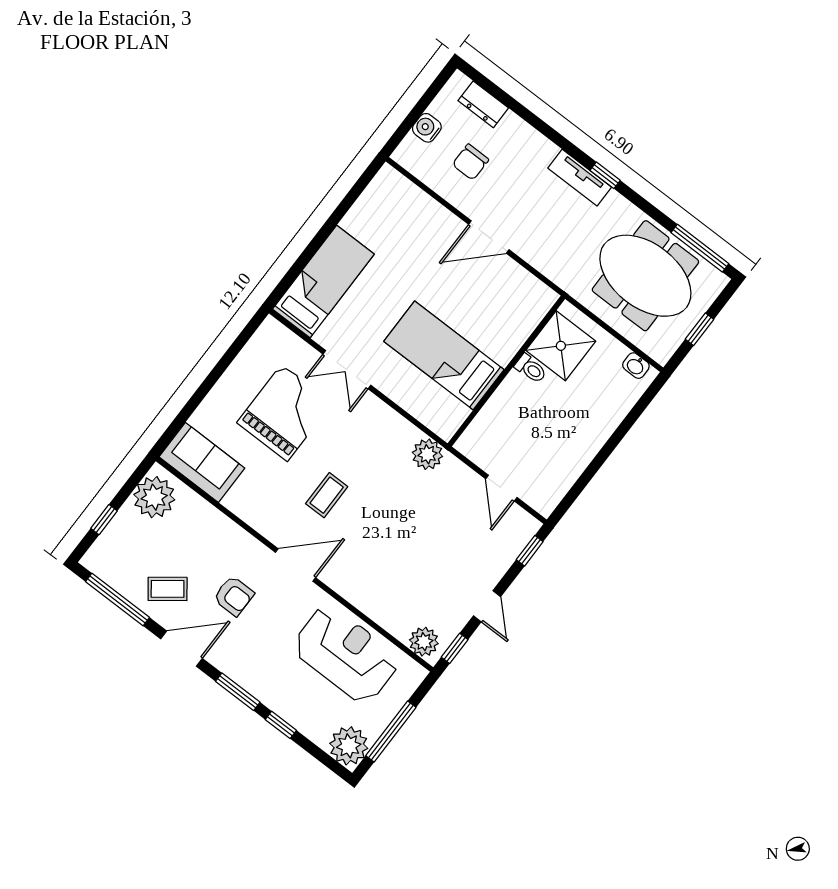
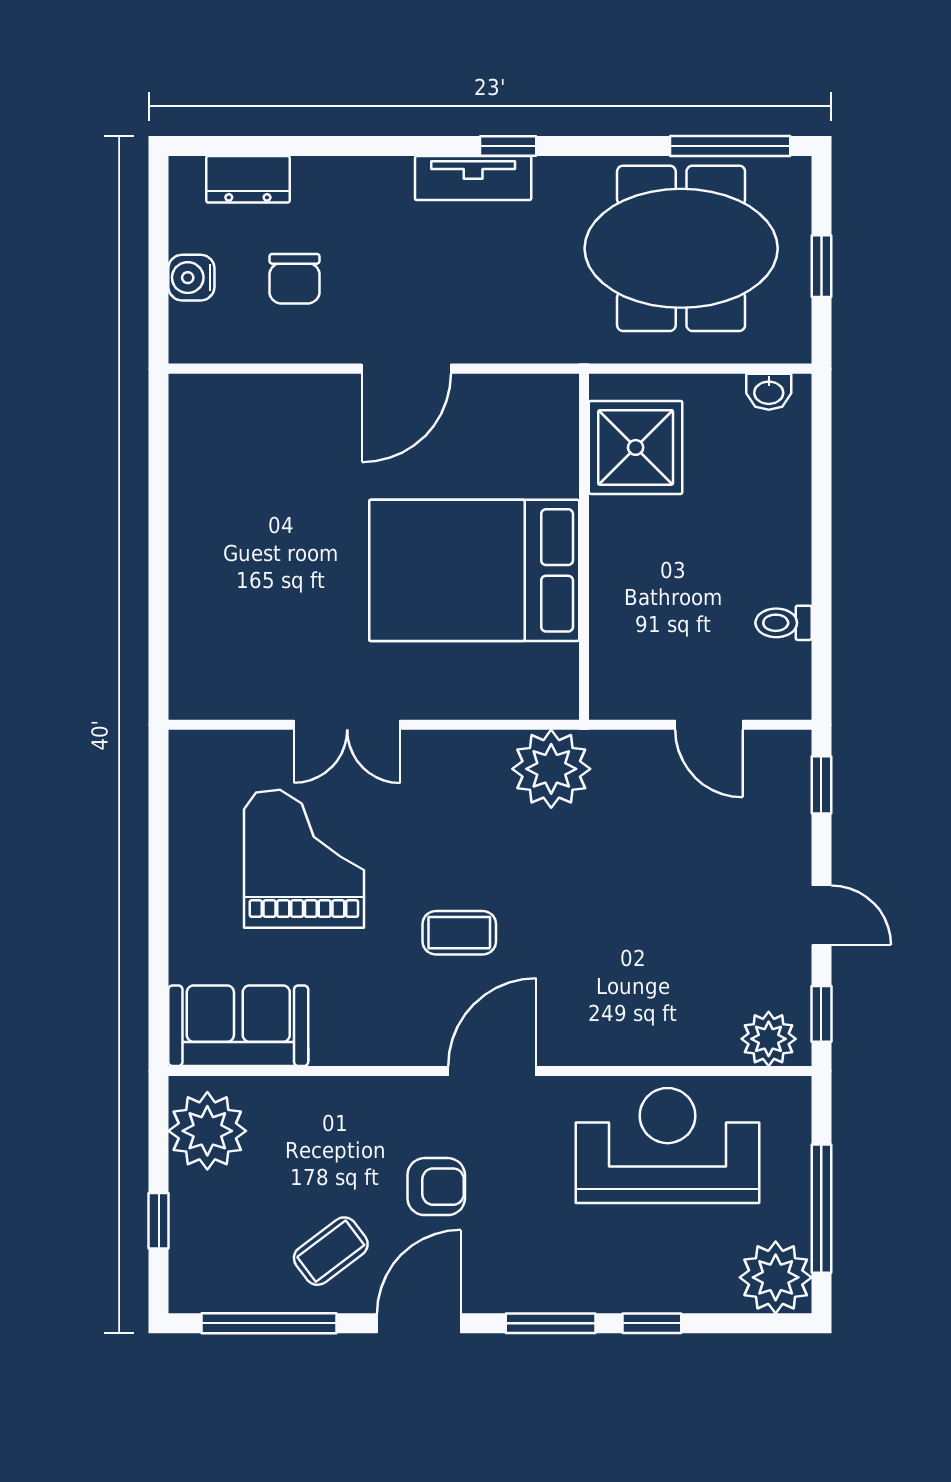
bed: (323, 282) -> (213, 622), removed
bed: (444, 355) -> (474, 570), width x1.50
toilet: (531, 369) -> (784, 623), moved, turned 180
plant: (427, 454) -> (551, 769), width x1.36, depth x1.36
coffee table: (327, 495) -> (459, 933), turned 90

